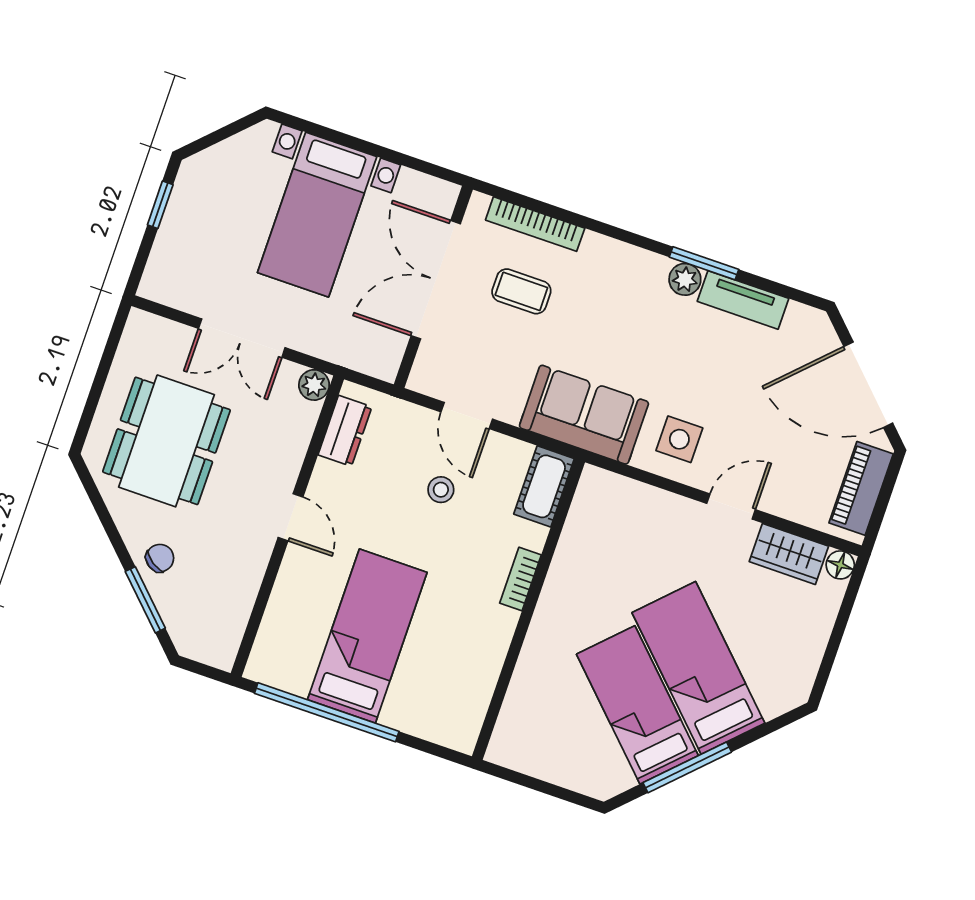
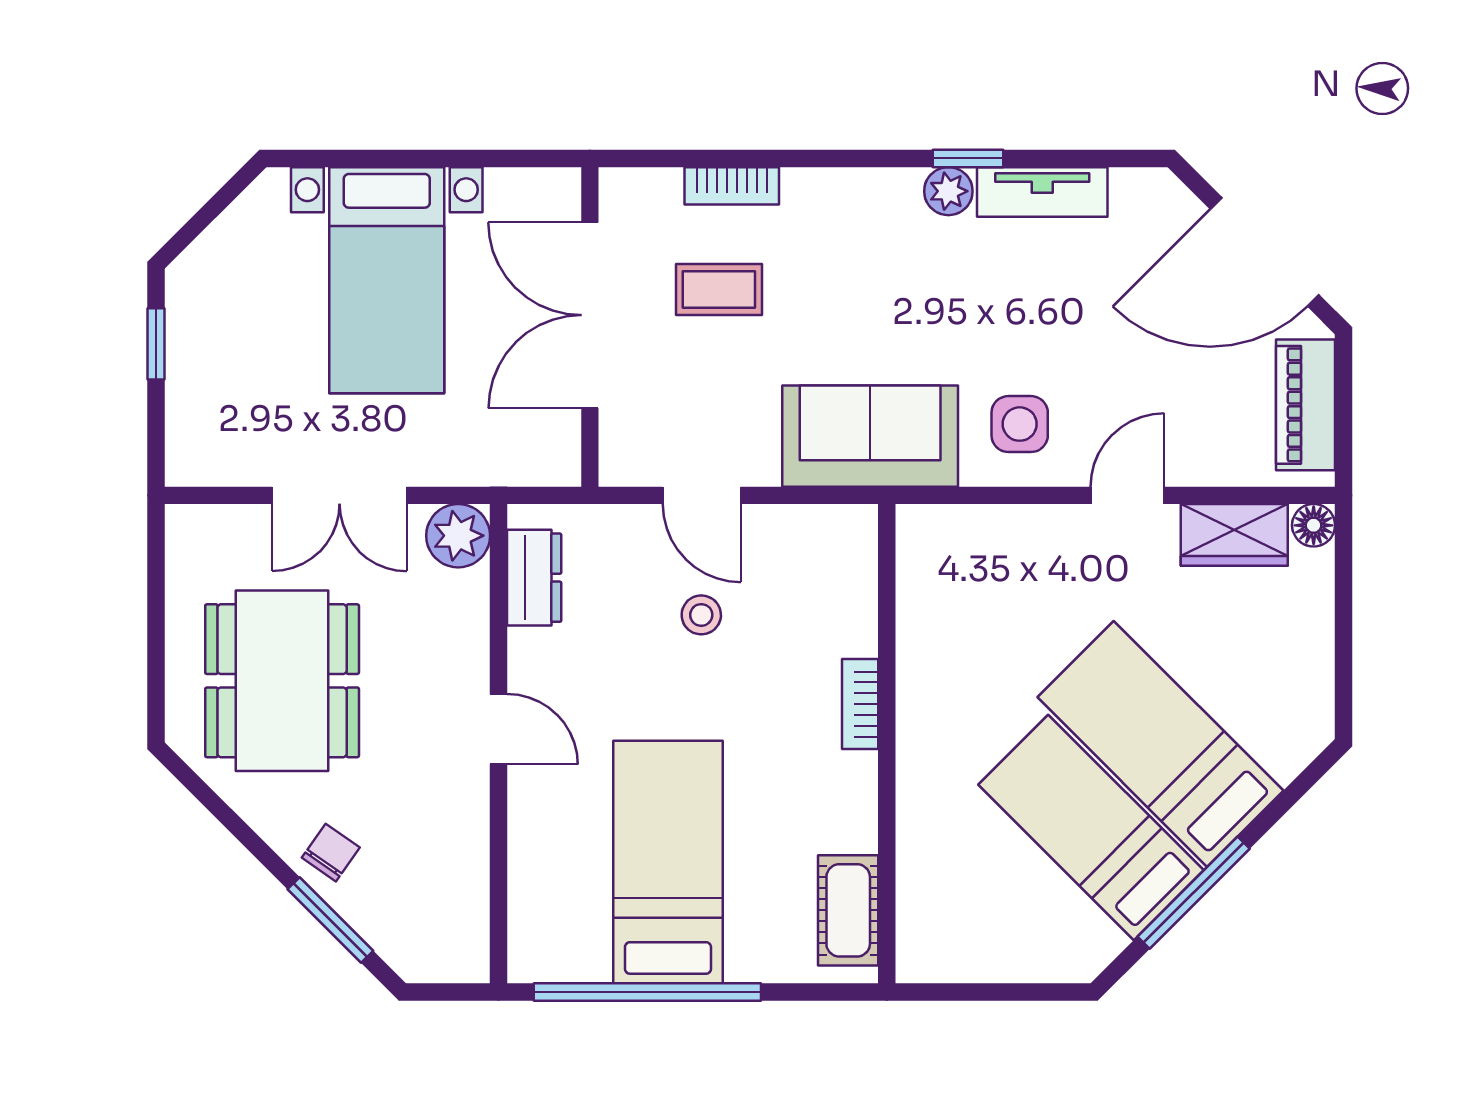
bookcase: (535, 224) -> (732, 186), width x0.64
window: (704, 263) -> (968, 158), width x0.67
plant: (314, 385) -> (458, 536), width x1.38, depth x1.38
cot: (544, 486) -> (848, 910), moved

